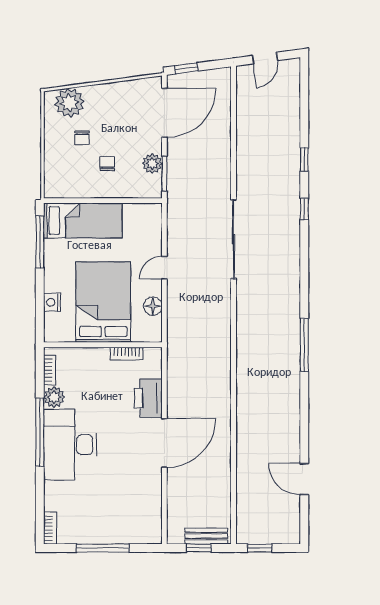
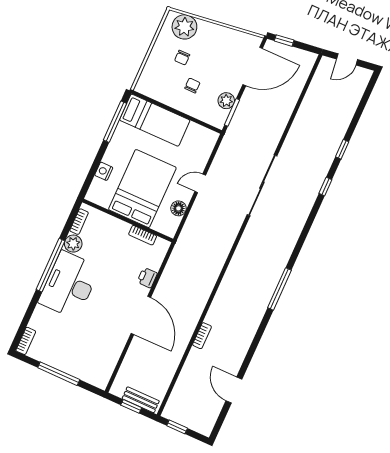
printer: (148, 398) -> (147, 278), width x0.53, depth x0.68
bookcase: (242, 435) -> (202, 336), added
door: (164, 443) -> (141, 315), hinge flipped

